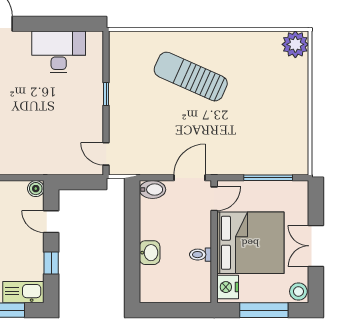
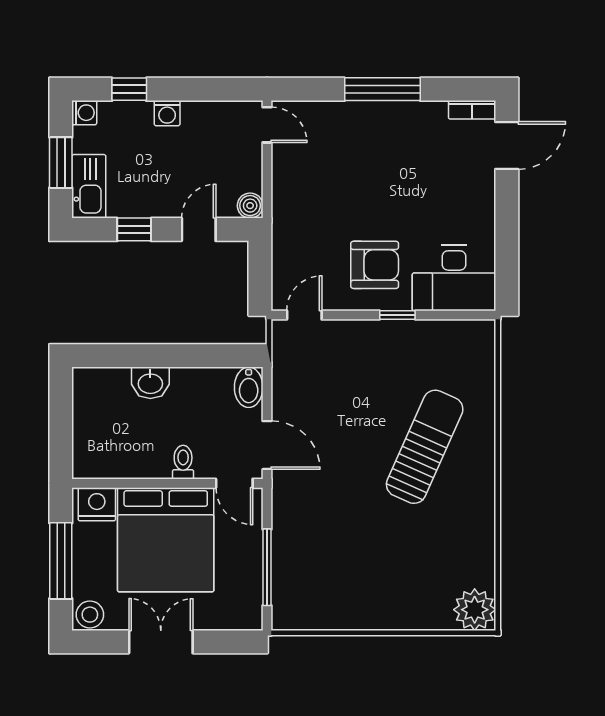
desk: (59, 52) -> (454, 278), moved, turned 90
armchair: (74, 109) -> (375, 265), added
toilet: (201, 255) -> (183, 462), moved

